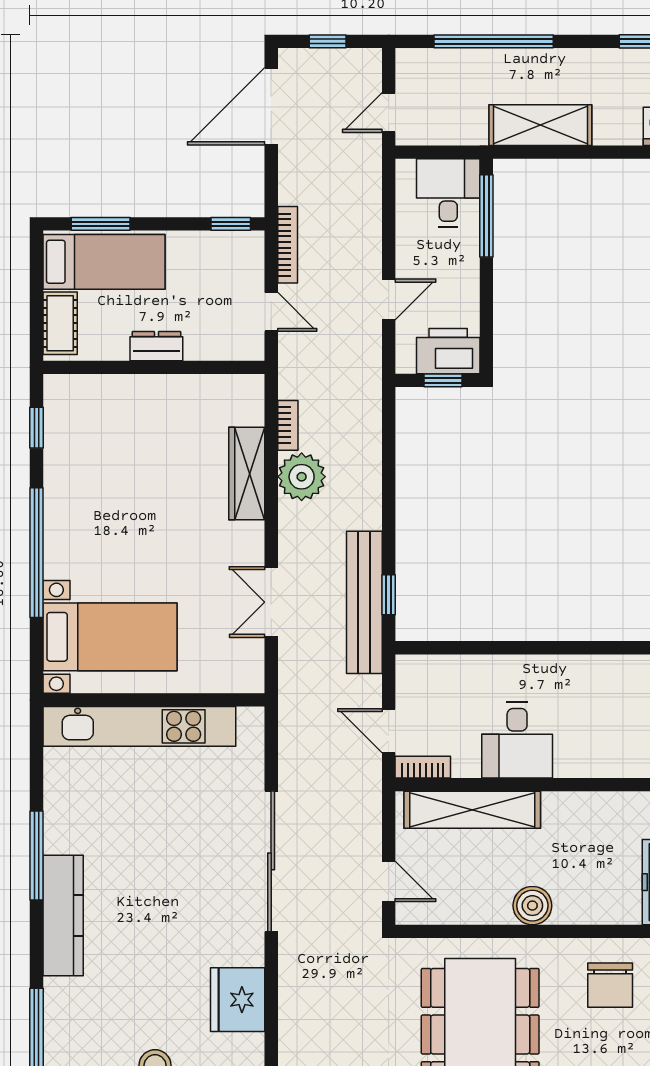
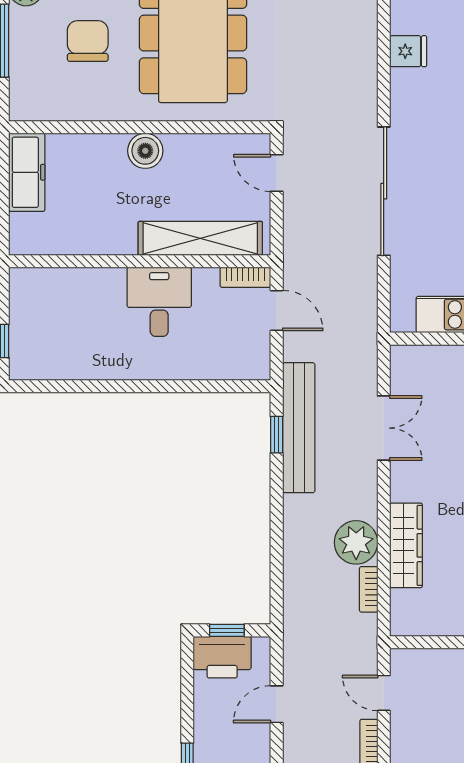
chair: (610, 985) -> (88, 41), moved
fridge: (238, 1000) -> (408, 51), width x0.53, depth x0.75

